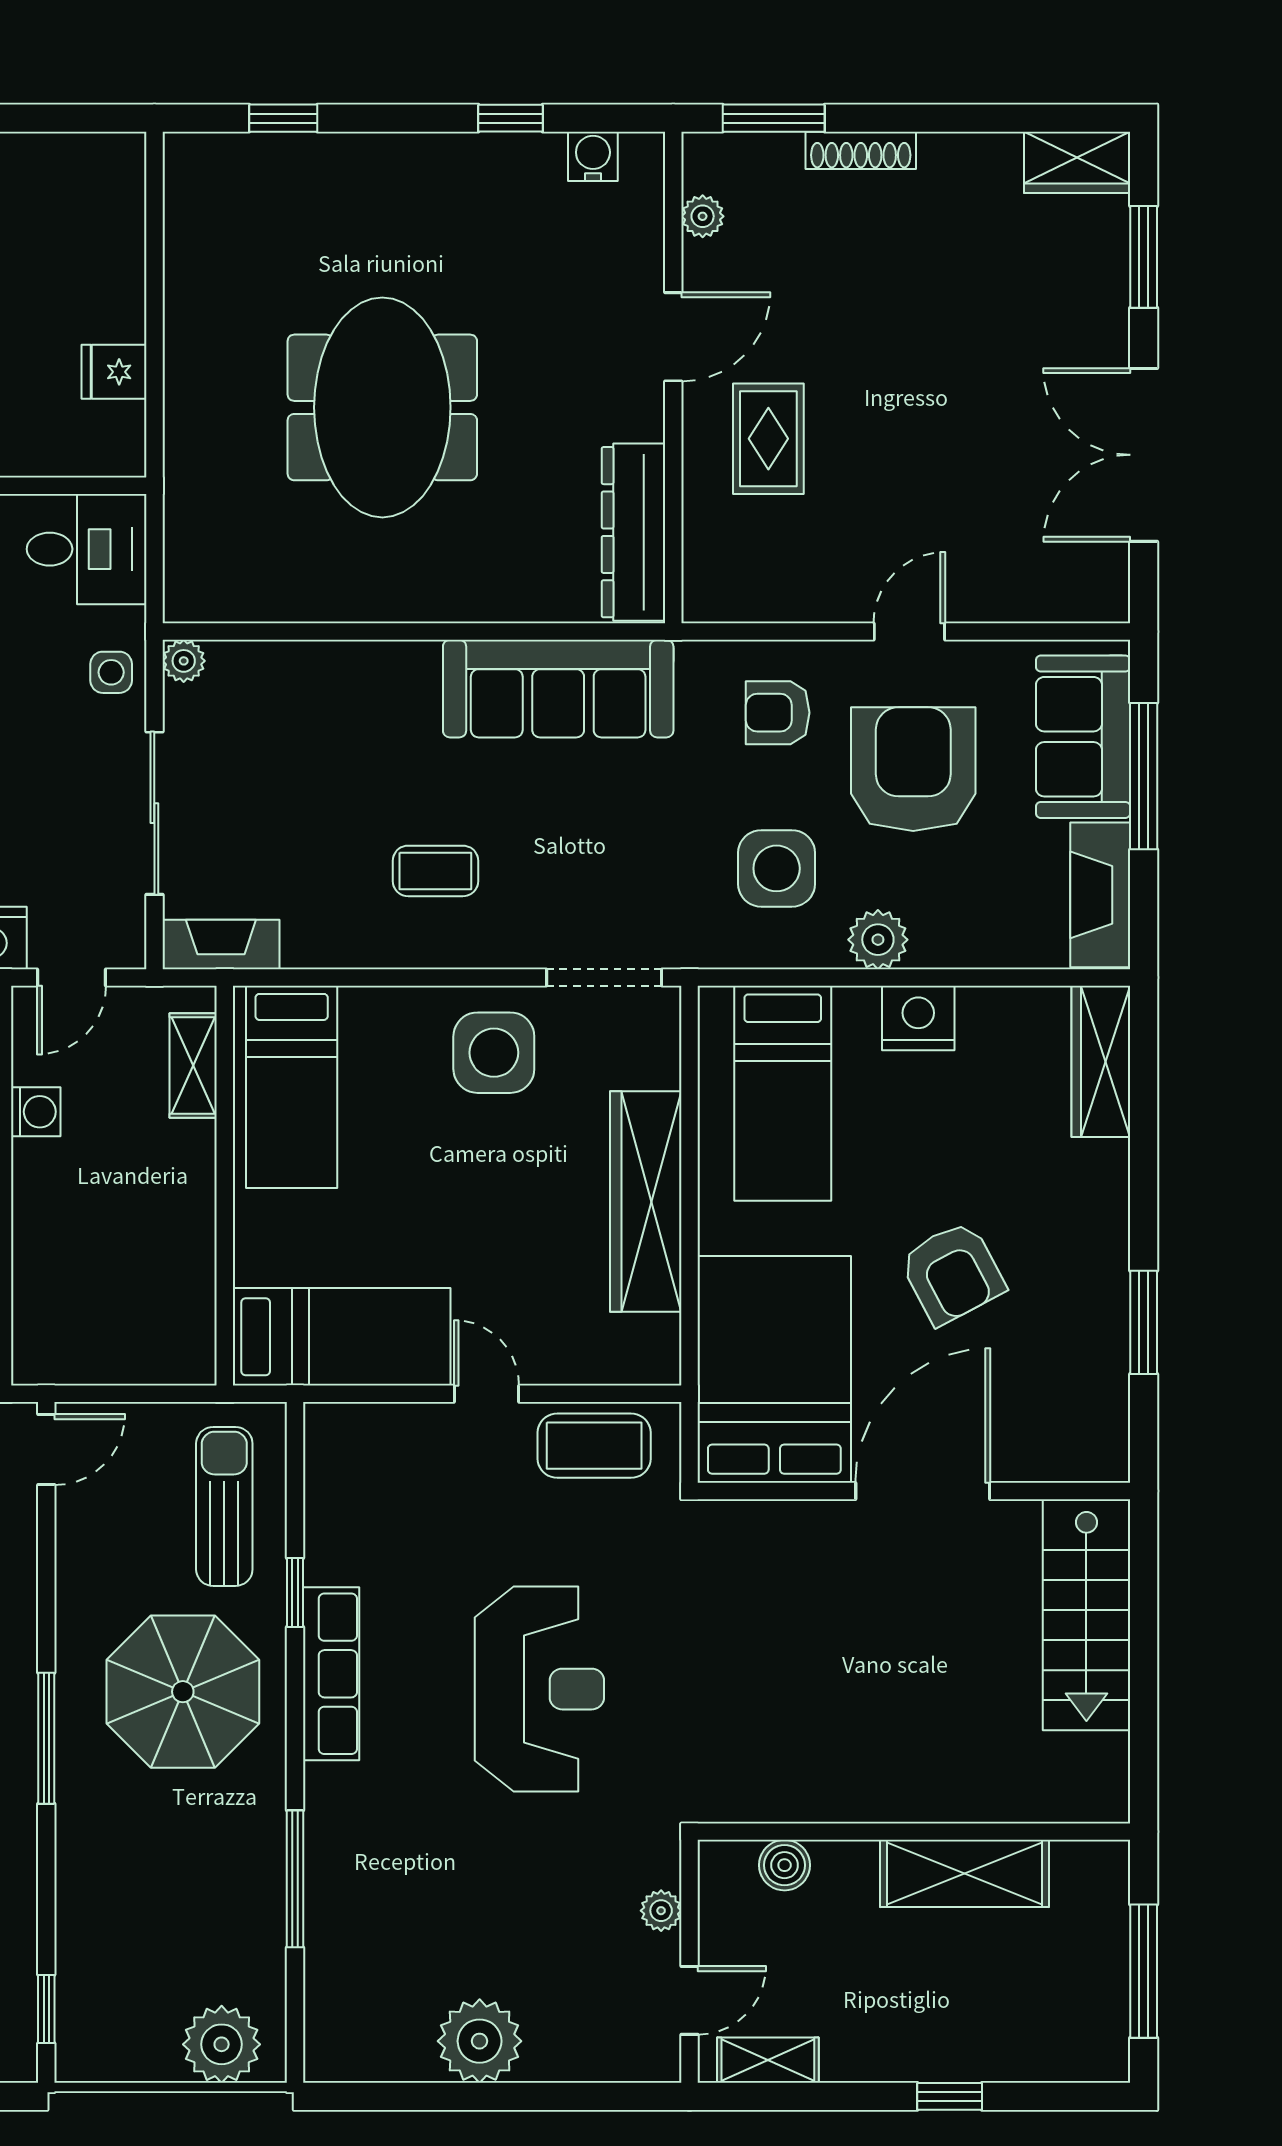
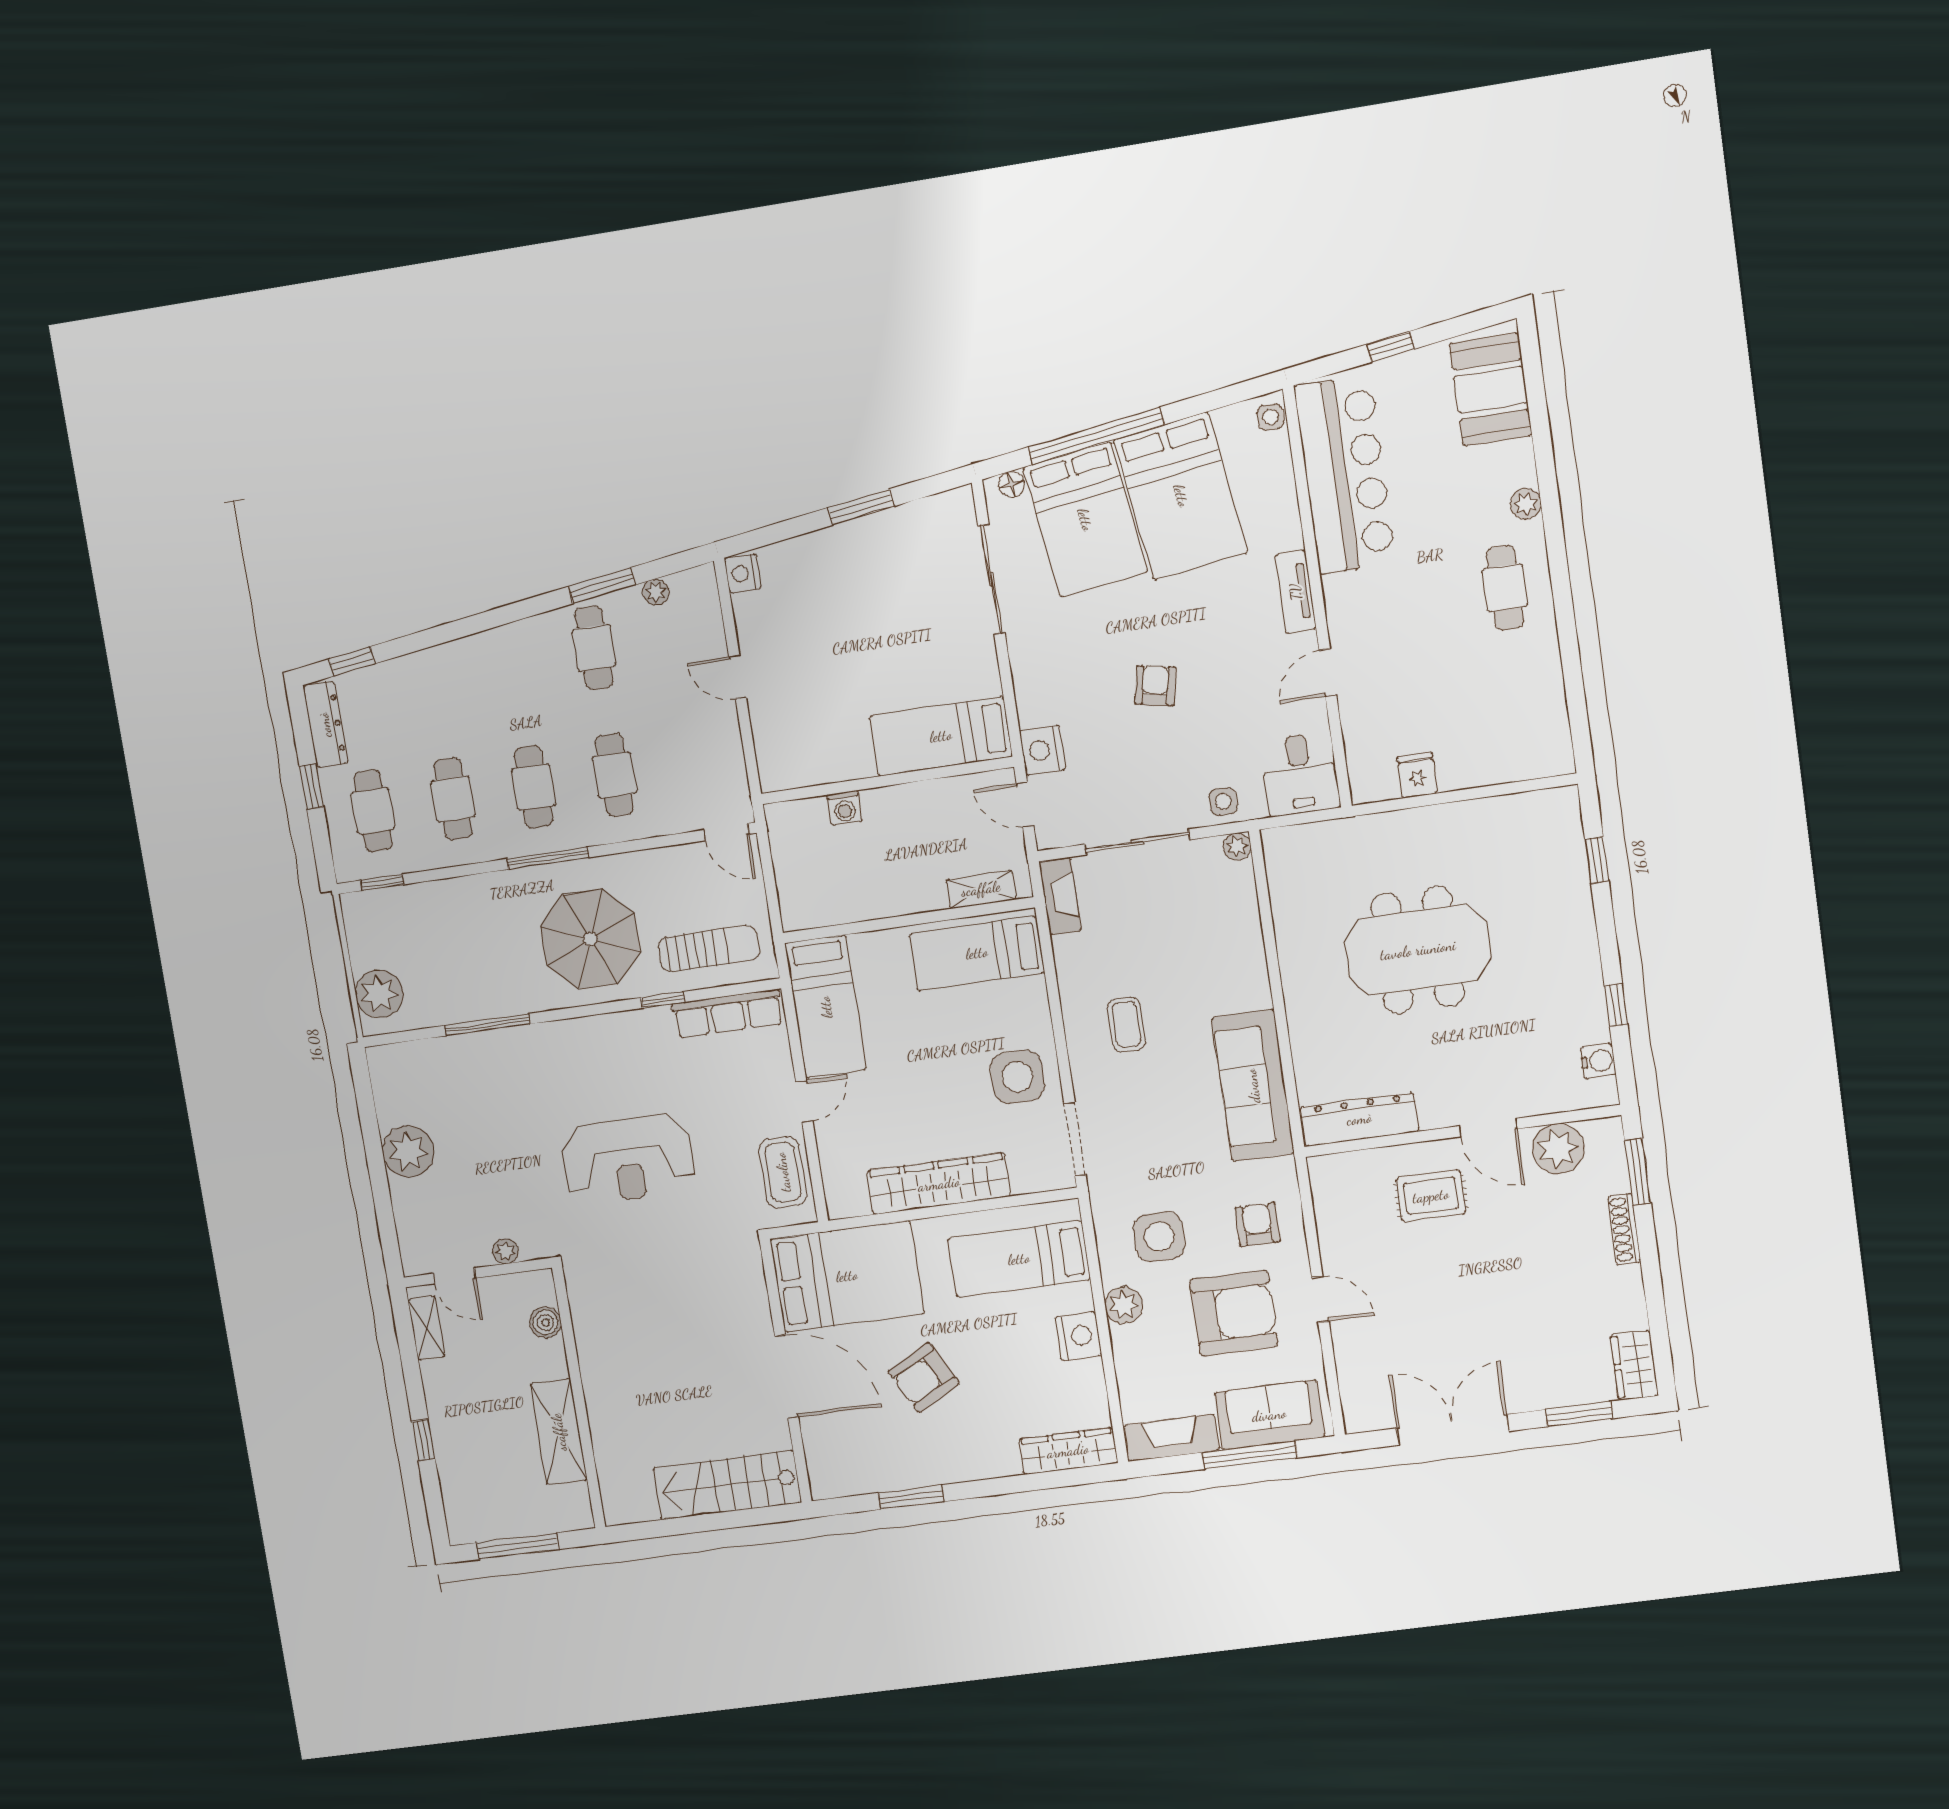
plant: (703, 216) -> (1558, 1149), width x1.87, depth x1.87
washing machine: (36, 1112) -> (845, 808), moved
row of seats: (331, 1674) -> (728, 1014), moved

